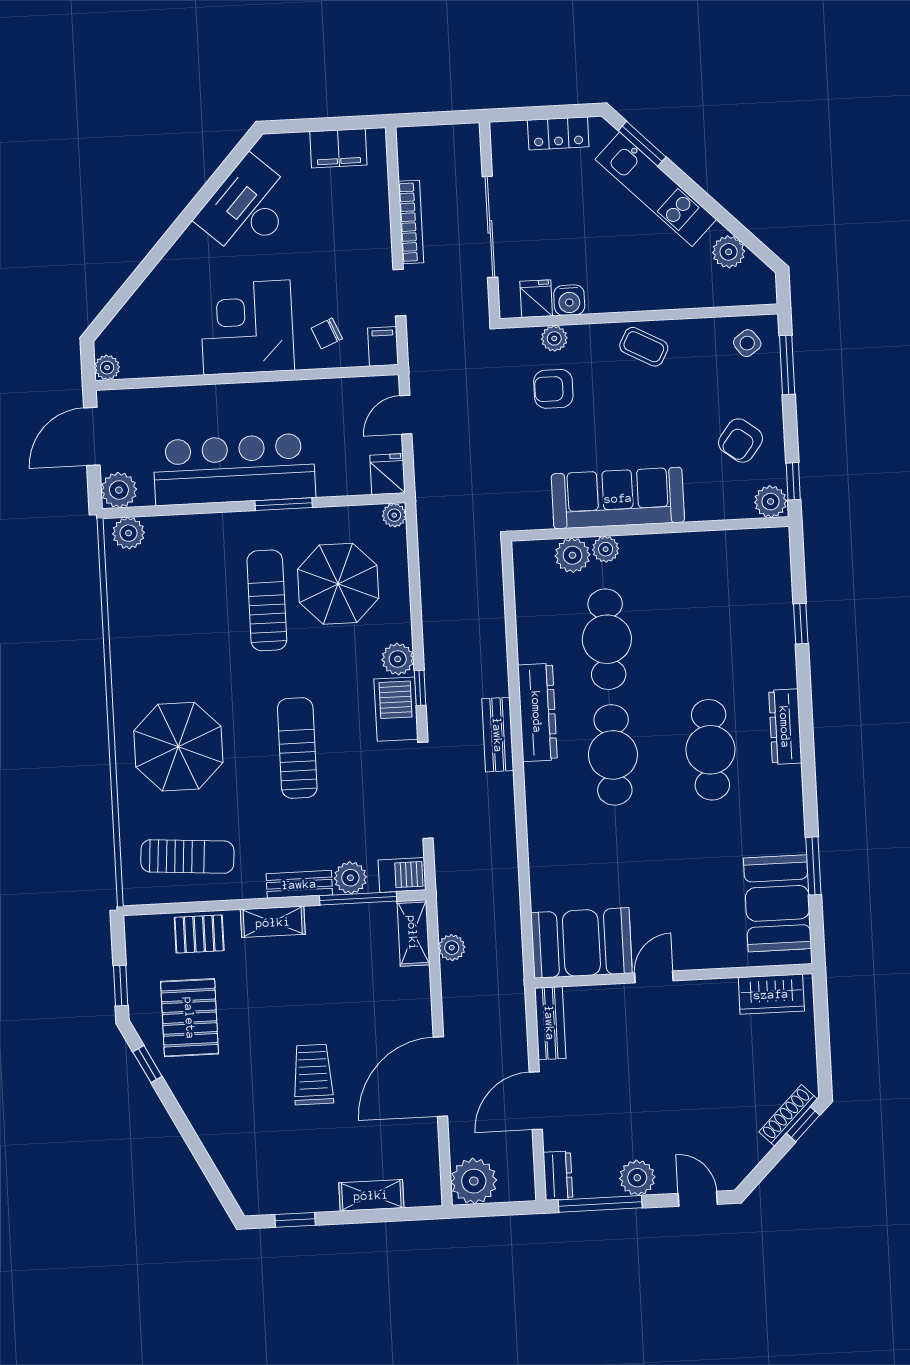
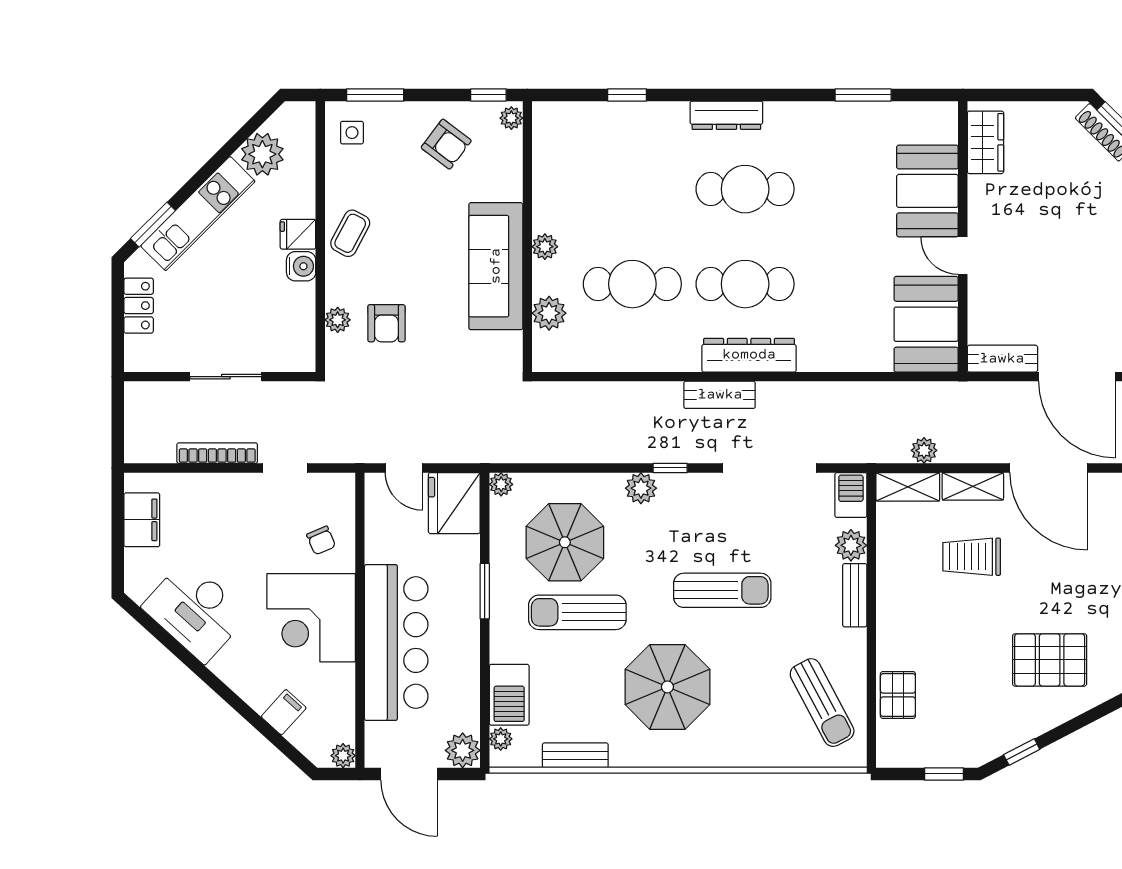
sliding door: (490, 227) -> (226, 377), width x0.73
plant: (729, 252) -> (262, 154), width x1.36, depth x1.36
fridge: (536, 299) -> (298, 234), moved
water cooler: (569, 300) -> (301, 266), moved
side table: (747, 343) -> (352, 133), turned 36
filing cabinet: (383, 346) -> (284, 712), moved, turned 132
bar counter: (234, 469) -> (396, 643), moved, turned 180
fridge: (387, 474) -> (454, 503), width x1.88, depth x1.34
plant: (771, 502) -> (511, 118), width x0.73, depth x0.73
plant: (129, 533) -> (501, 739), width x0.73, depth x0.73
plant: (606, 549) -> (545, 247), moved
bench: (120, 606) -> (575, 755), added
barbecue: (396, 709) -> (509, 695), moved, turned -90
dresser: (537, 712) -> (749, 355), moved
parasol: (178, 747) -> (667, 687), moved
sun lounger: (297, 748) -> (722, 590), turned 180
sun lounger: (187, 856) -> (822, 703), turned 148
window: (358, 898) -> (871, 539), removed
booth: (777, 903) -> (927, 191), moved, turned 90
shelving: (273, 922) -> (973, 486), moved, turned 90
pallet: (190, 1018) -> (1050, 660), moved
trolley: (313, 1075) -> (972, 557), moved
door: (536, 1101) -> (1077, 377), width x1.36

